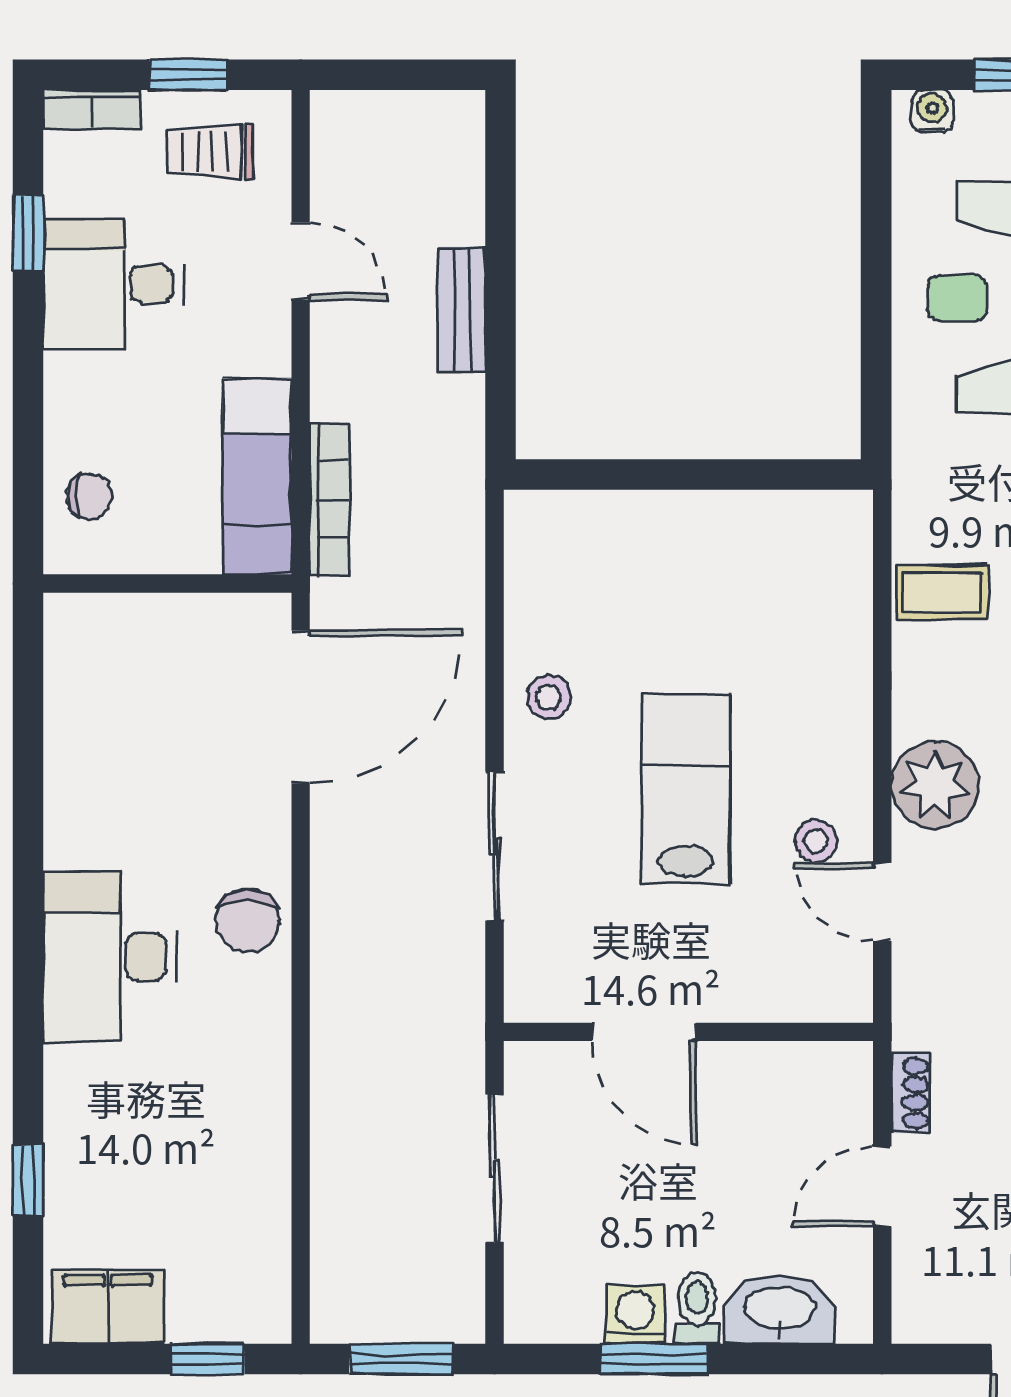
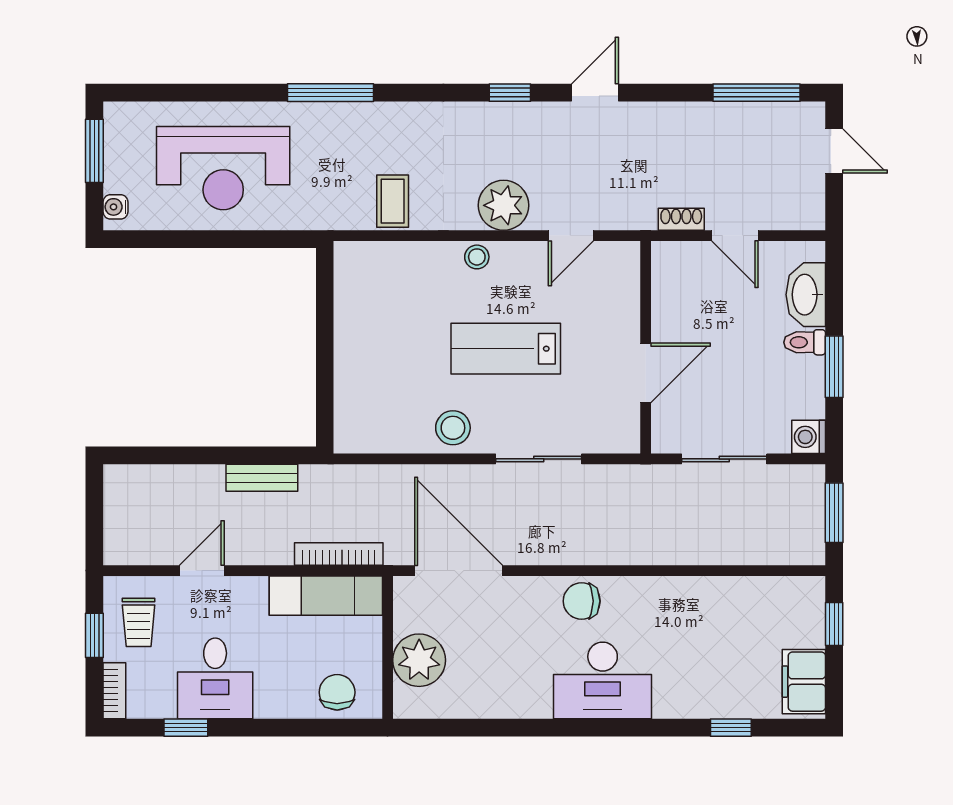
bench: (462, 309) -> (262, 478), moved
chair: (89, 496) -> (337, 692), width x1.37, depth x1.37
plant: (145, 638) -> (419, 660), added
stool: (548, 697) -> (453, 428), width x1.37, depth x1.37
stool: (816, 841) -> (477, 257), moved
chair: (248, 921) -> (582, 601), turned 180
washing machine: (635, 1315) -> (809, 437), moved

